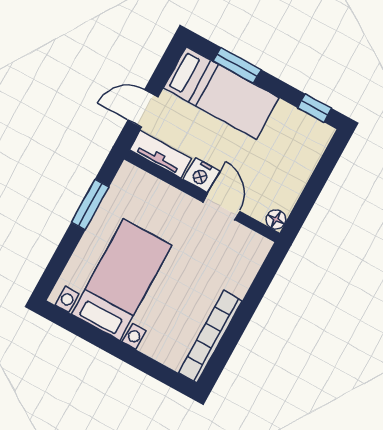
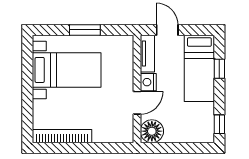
window: (237, 65) -> (219, 69), width x0.67
window: (90, 205) -> (85, 30), moved
floor lamp: (276, 219) -> (152, 131), width x1.89, depth x1.89

